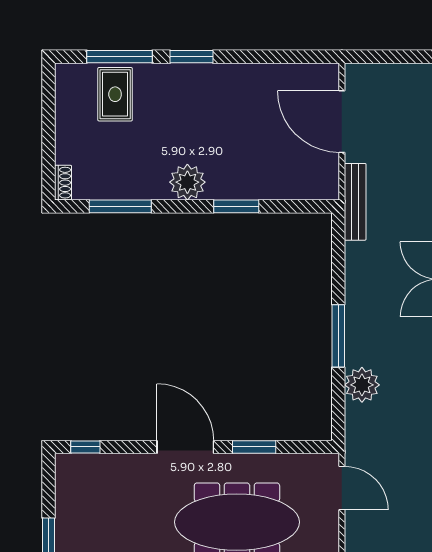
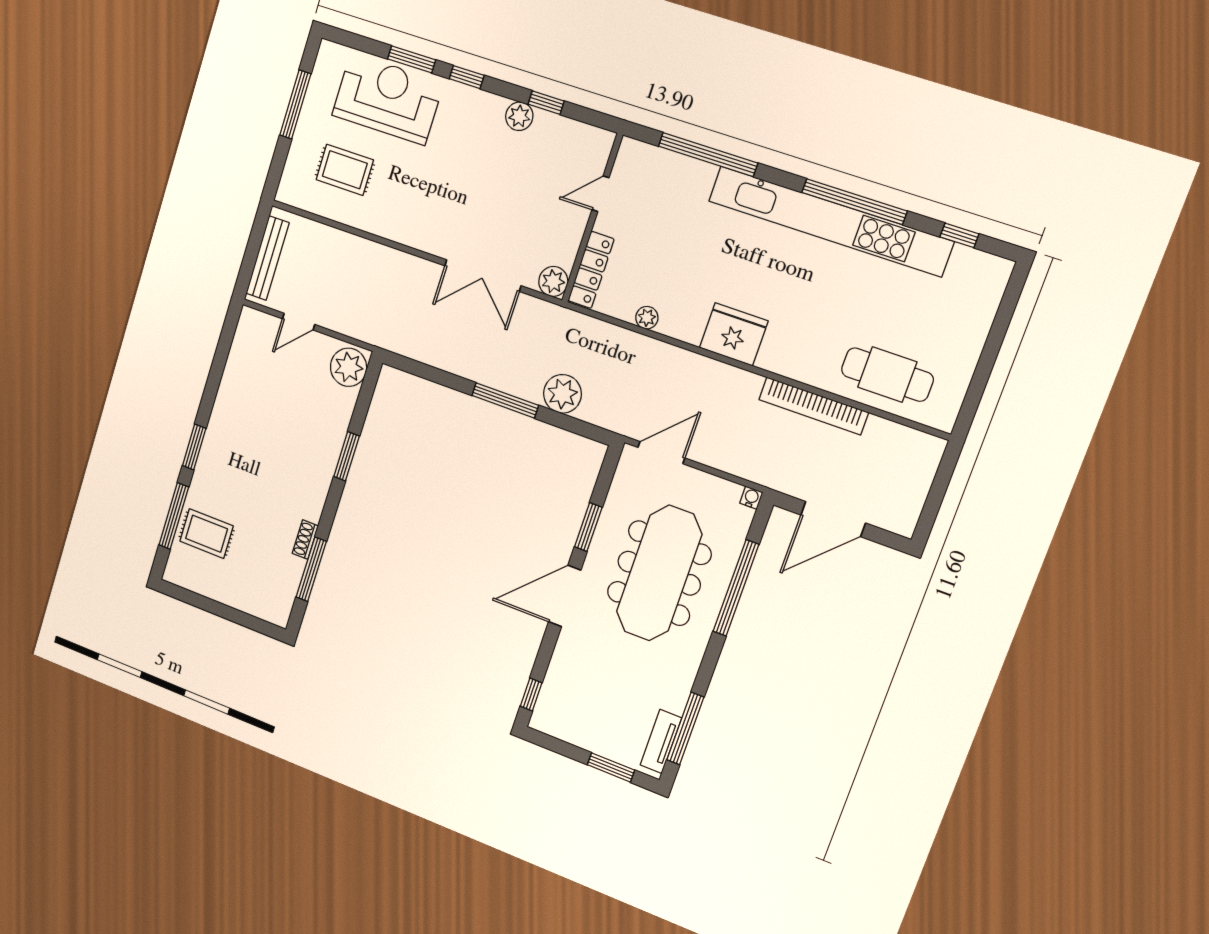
door: (342, 122) -> (299, 322), width x0.53
plant: (187, 182) -> (349, 367), moved
shoe rack: (63, 183) -> (305, 540), moved, turned -90
bench: (355, 202) -> (267, 258), moved, turned 90

